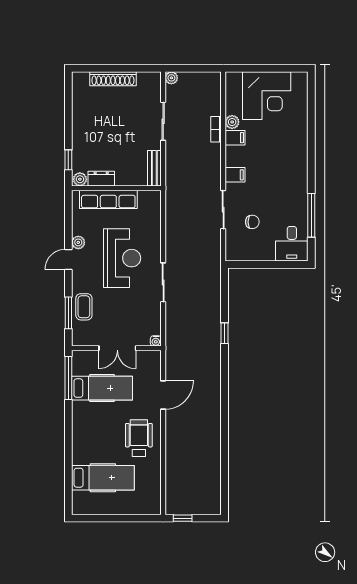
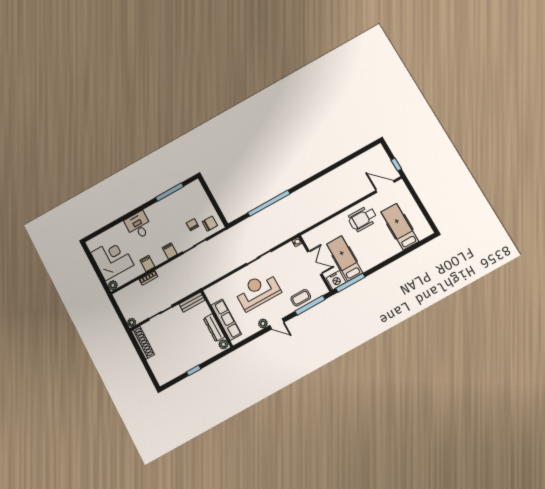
shoe rack: (113, 79) -> (143, 343), moved
plant: (232, 122) -> (113, 285), moved
window: (68, 160) -> (194, 370), moved
dresser: (101, 179) -> (214, 328), width x1.44
desk: (292, 244) -> (138, 225), moved, turned -90
chair: (241, 245) -> (210, 224), added
window: (68, 313) -> (310, 305), width x1.44
window: (225, 333) -> (269, 203), width x3.17
nightstand: (81, 362) -> (336, 280), added
door: (163, 395) -> (385, 186), moved

